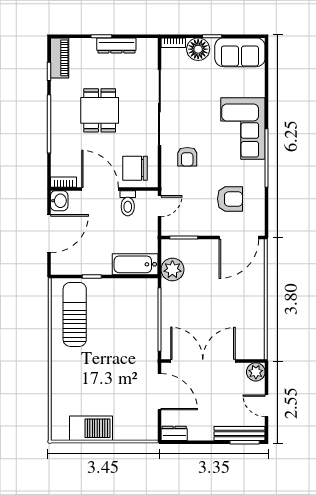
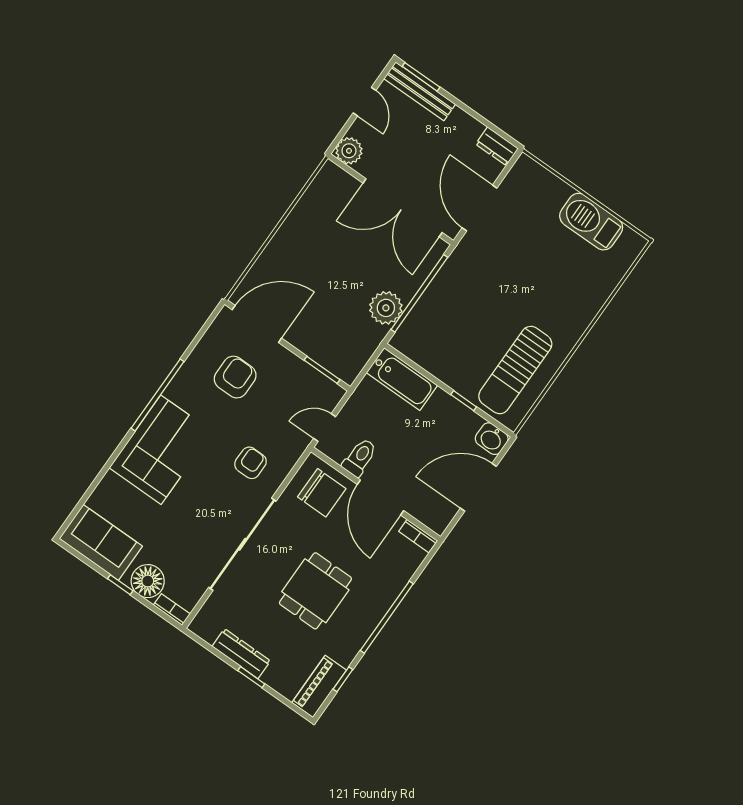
armchair: (230, 199) -> (235, 377), turned 90
washbasin: (59, 201) -> (492, 439), moved, turned -90
plant: (172, 269) -> (386, 308), moved

